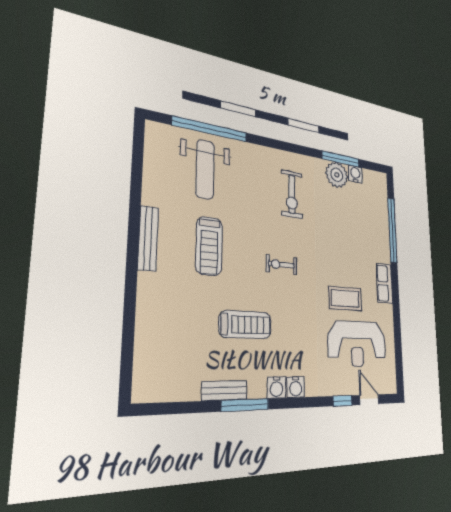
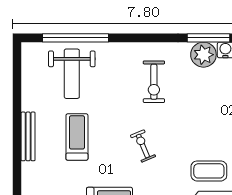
treadmill: (209, 246) -> (77, 137), turned 180
exercise bike: (281, 265) -> (143, 146), turned 67

